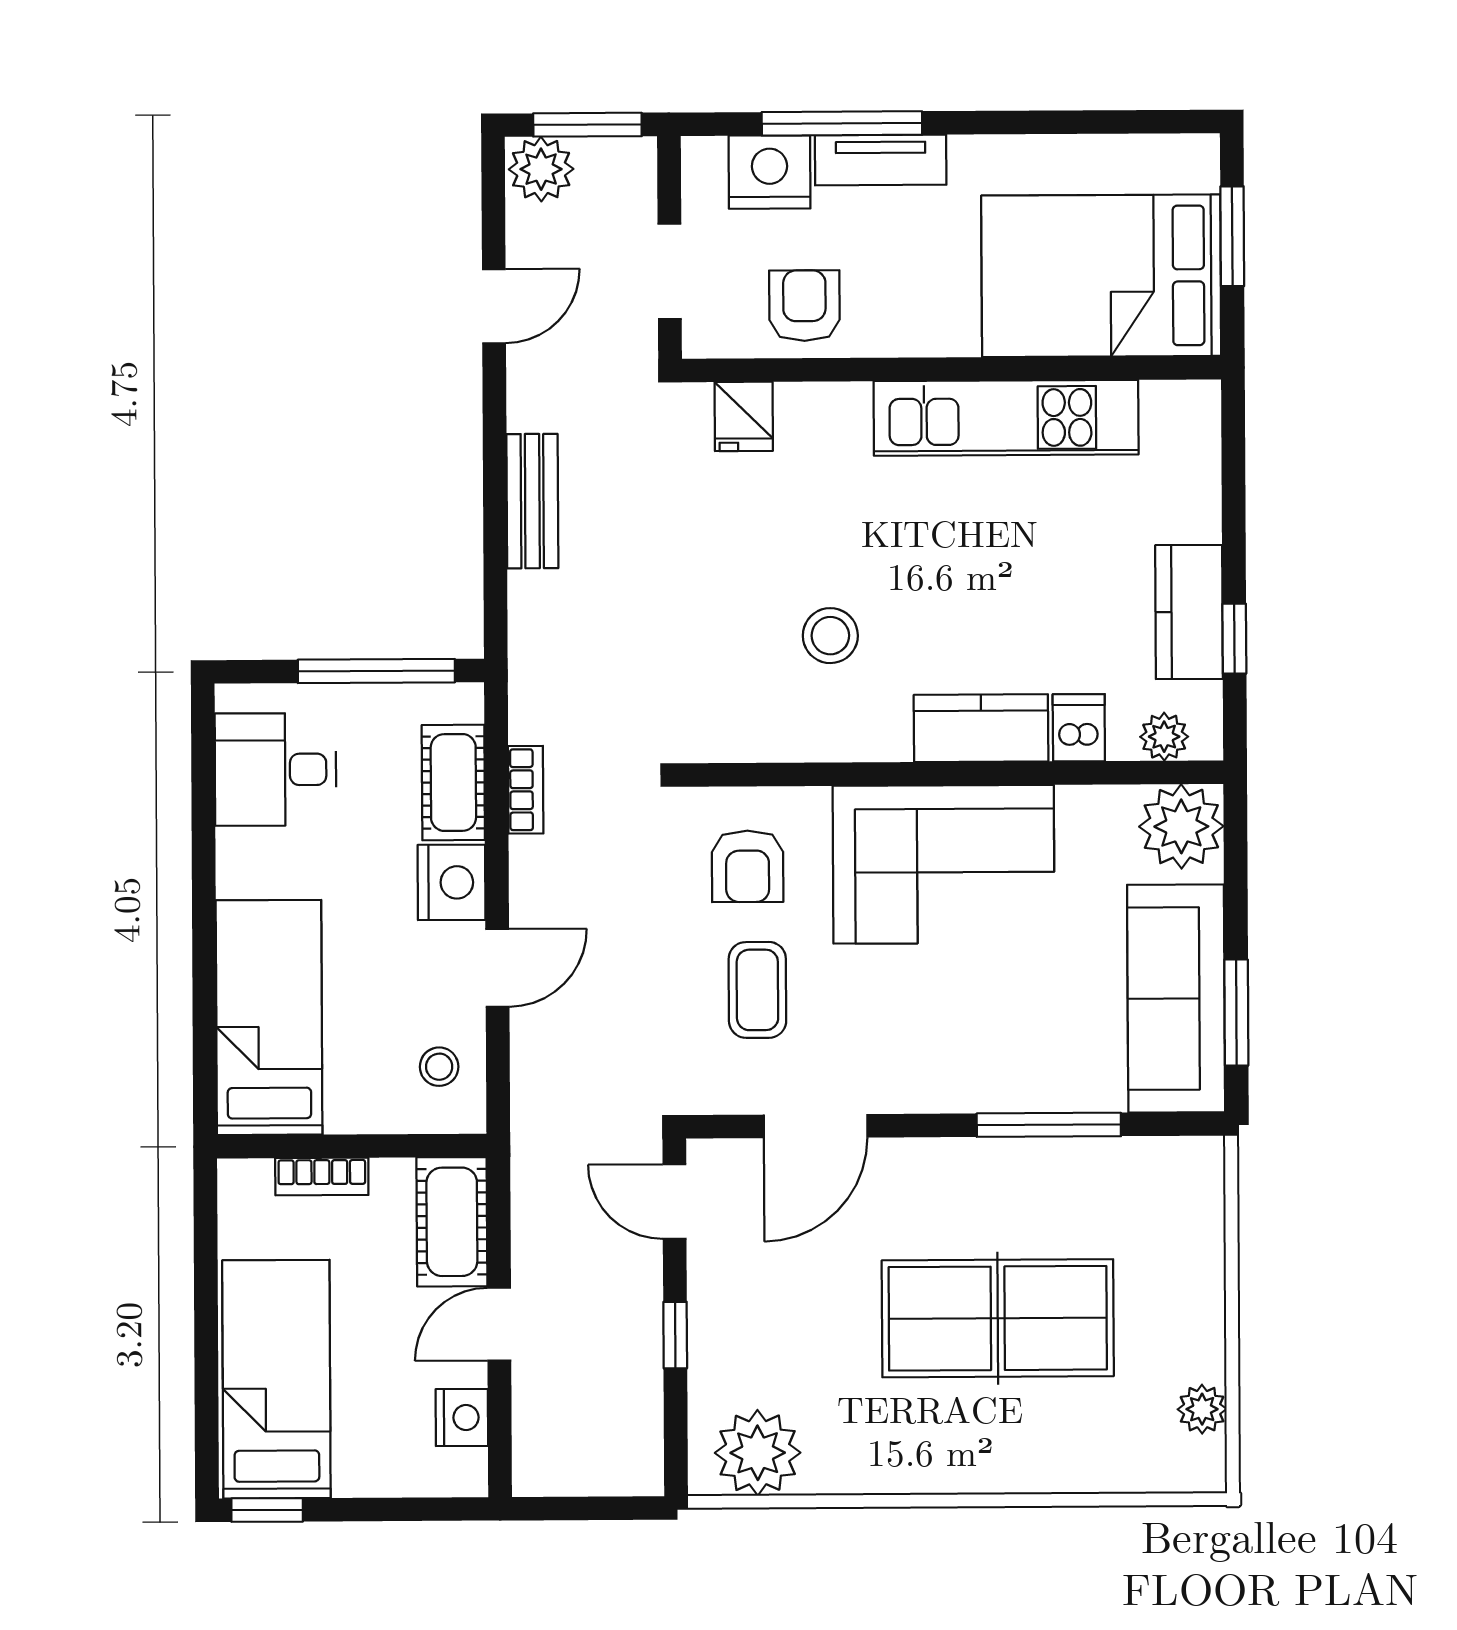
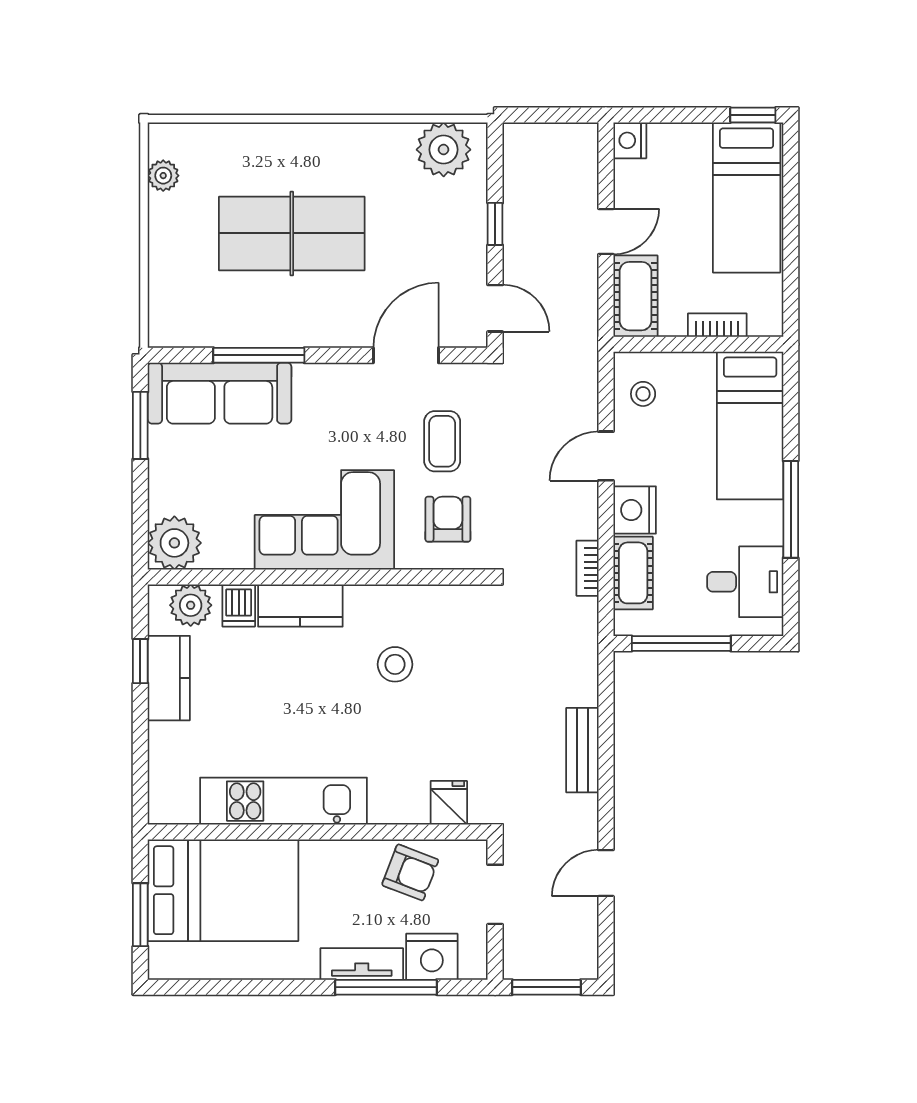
plant: (541, 169) -> (576, 959), removed
armchair: (804, 306) -> (410, 872), turned -69
plant: (1164, 737) -> (191, 605), width x1.38, depth x1.38
window: (204, 885) -> (791, 509), added
sofa: (1176, 999) -> (220, 393), moved, turned 90
nightstand: (462, 1418) -> (630, 140), moved

